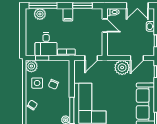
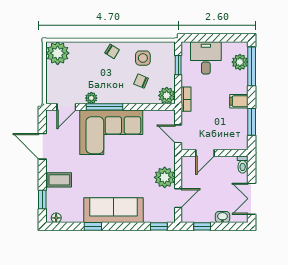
door: (105, 26) -> (205, 153), moved
desk: (46, 44) -> (206, 58), moved, turned 90
door: (137, 58) -> (178, 198), swing flipped
plant: (31, 66) -> (167, 96), moved

